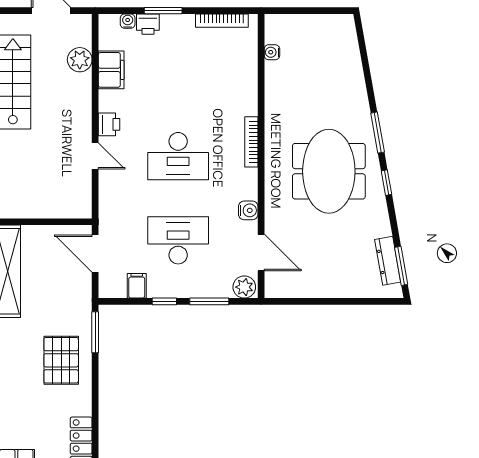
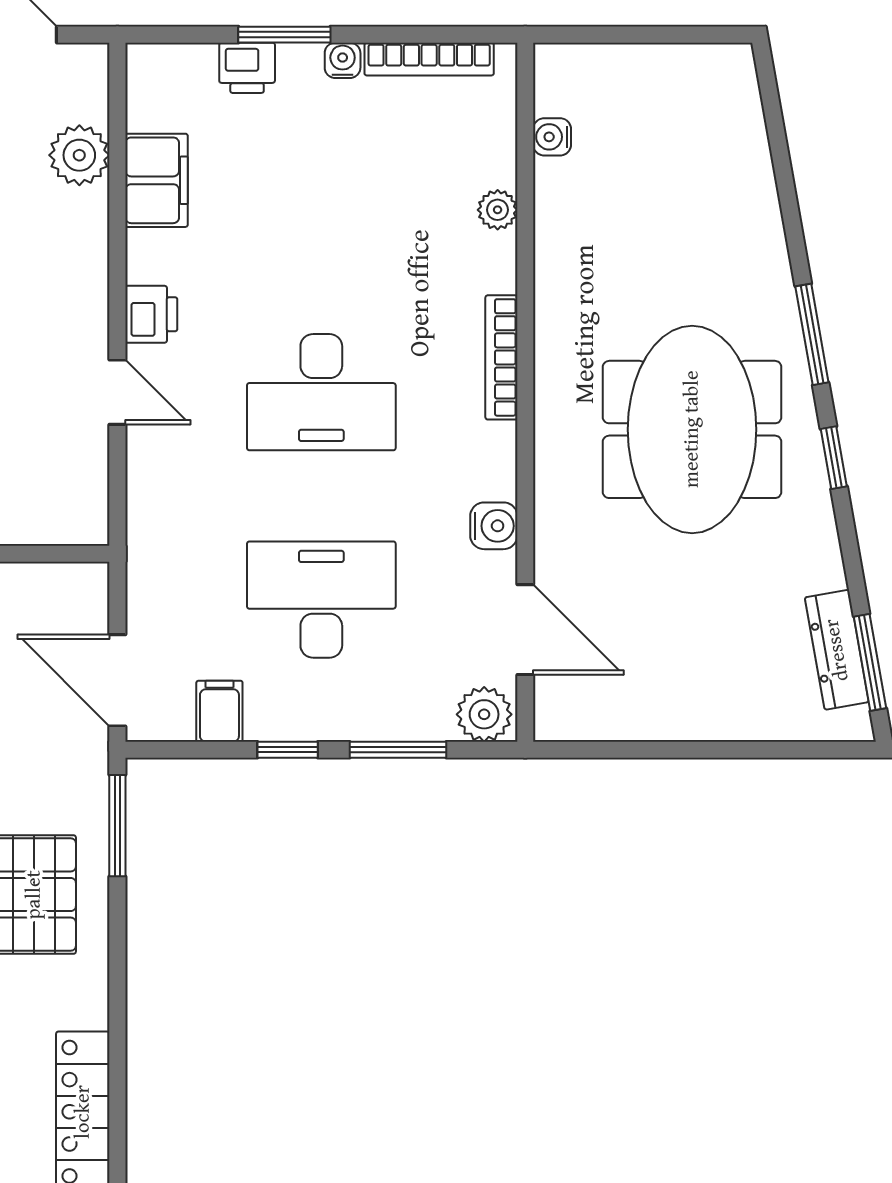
water cooler: (128, 21) -> (343, 60), moved
plant: (250, 82) -> (498, 210), added
door: (95, 253) -> (117, 680), moved

